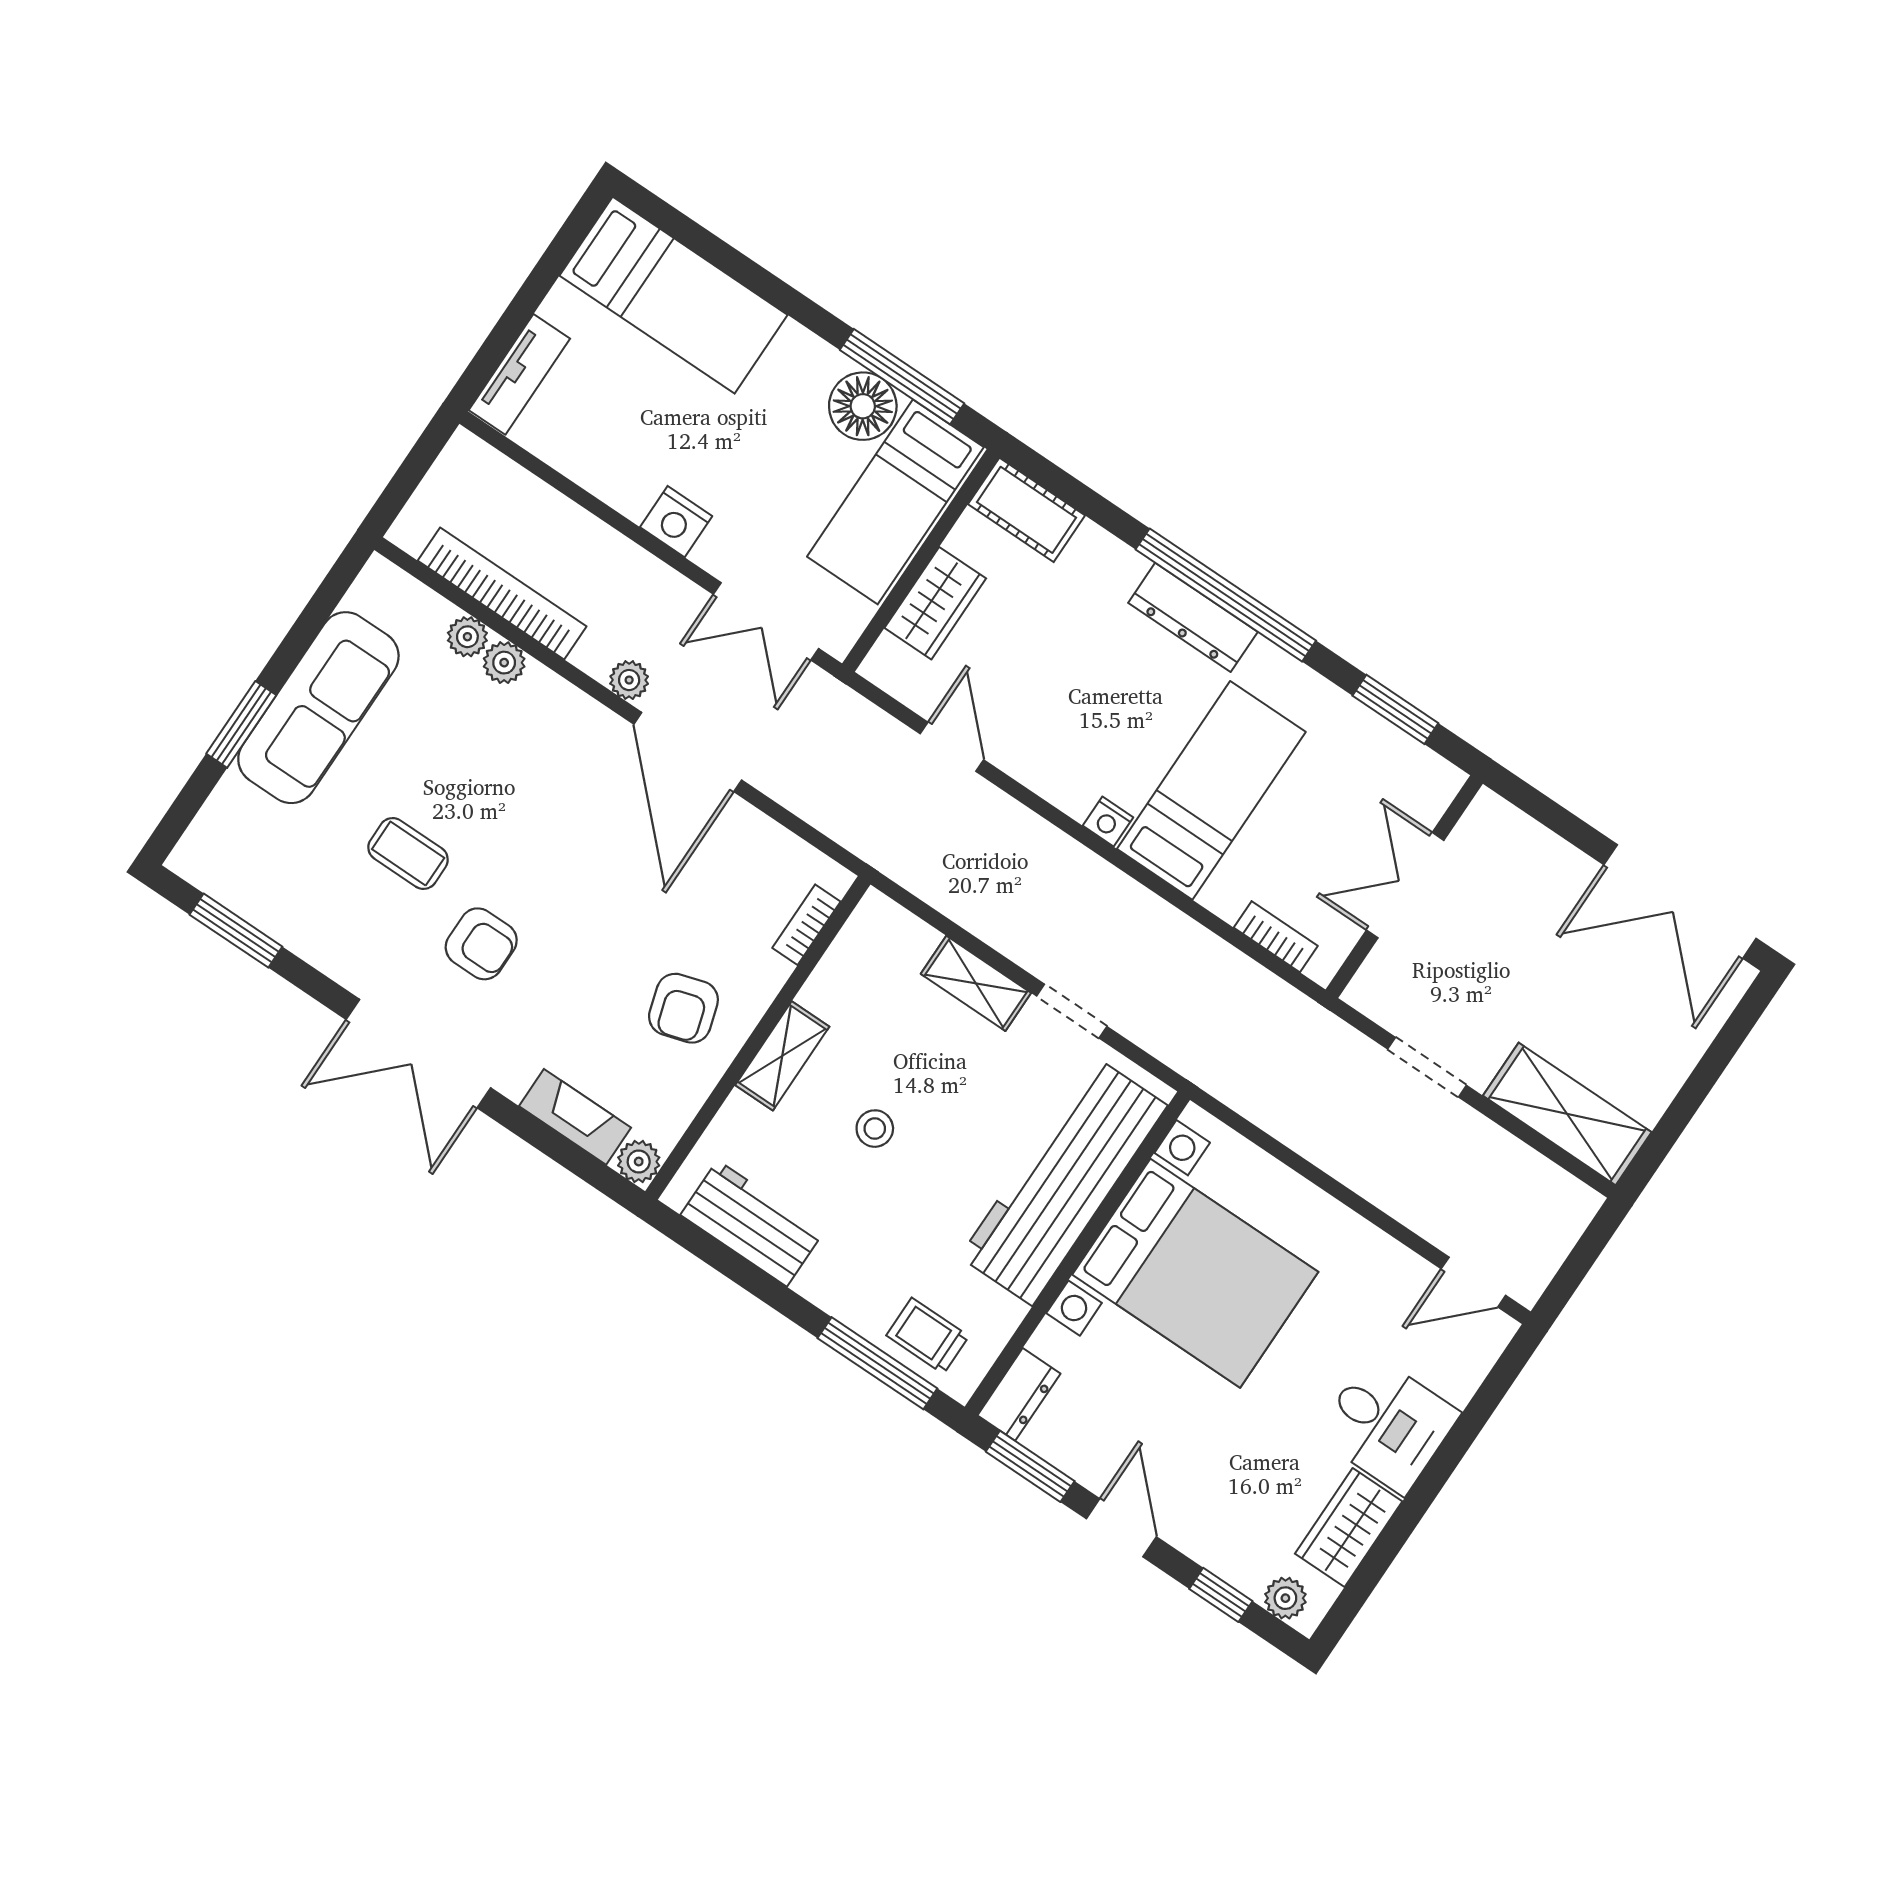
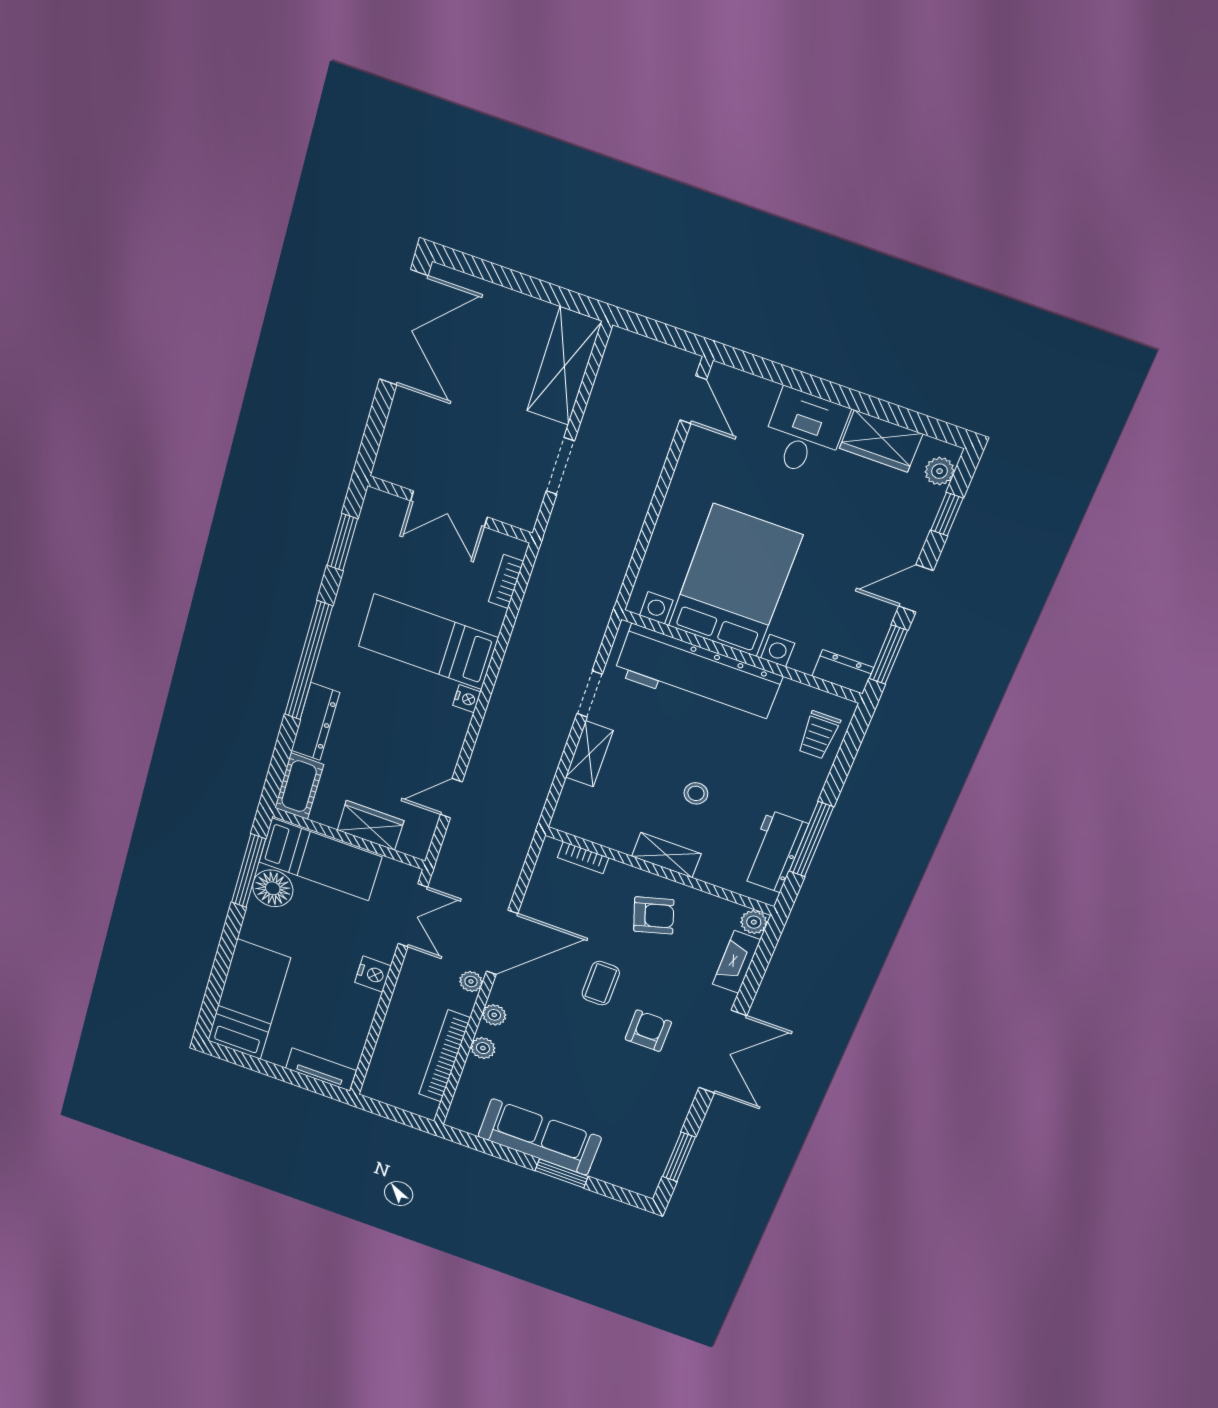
dresser: (1193, 617) -> (315, 722), moved
plant: (467, 637) -> (494, 1015), moved
coffee table: (408, 854) -> (601, 983), moved
window: (877, 1363) -> (811, 839), moved

